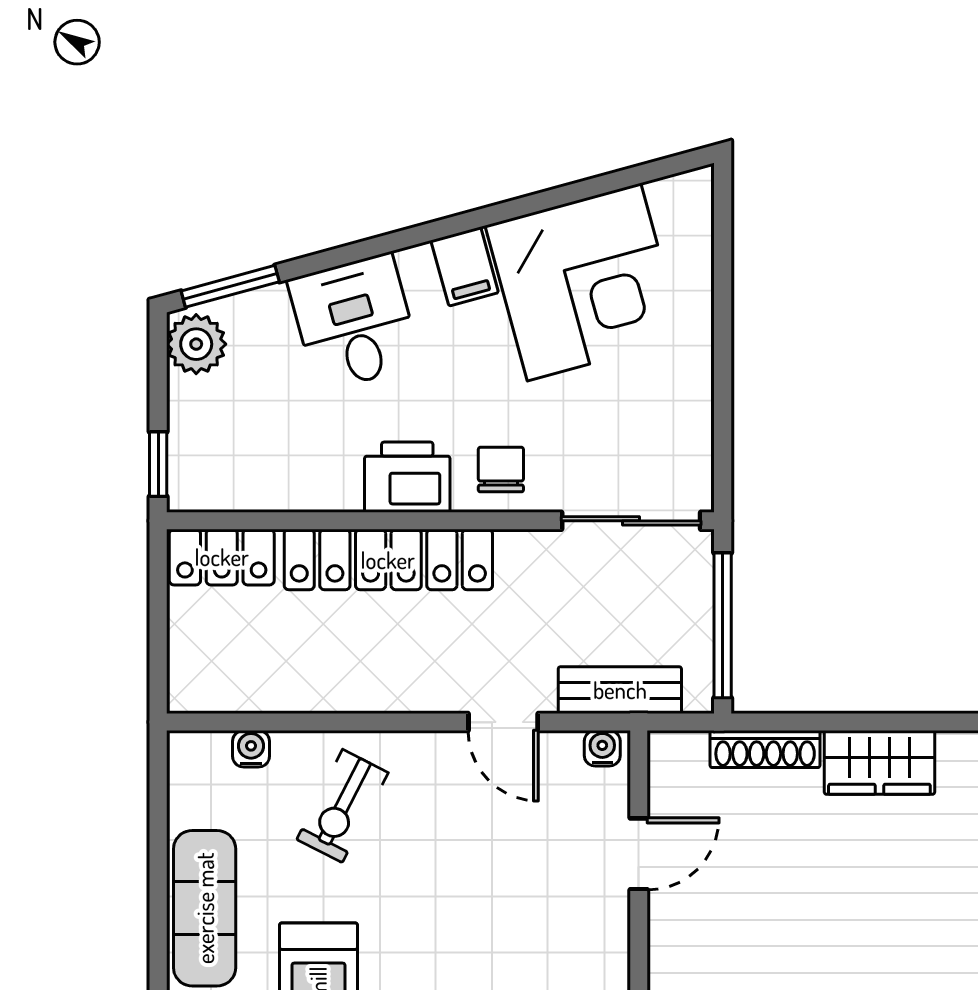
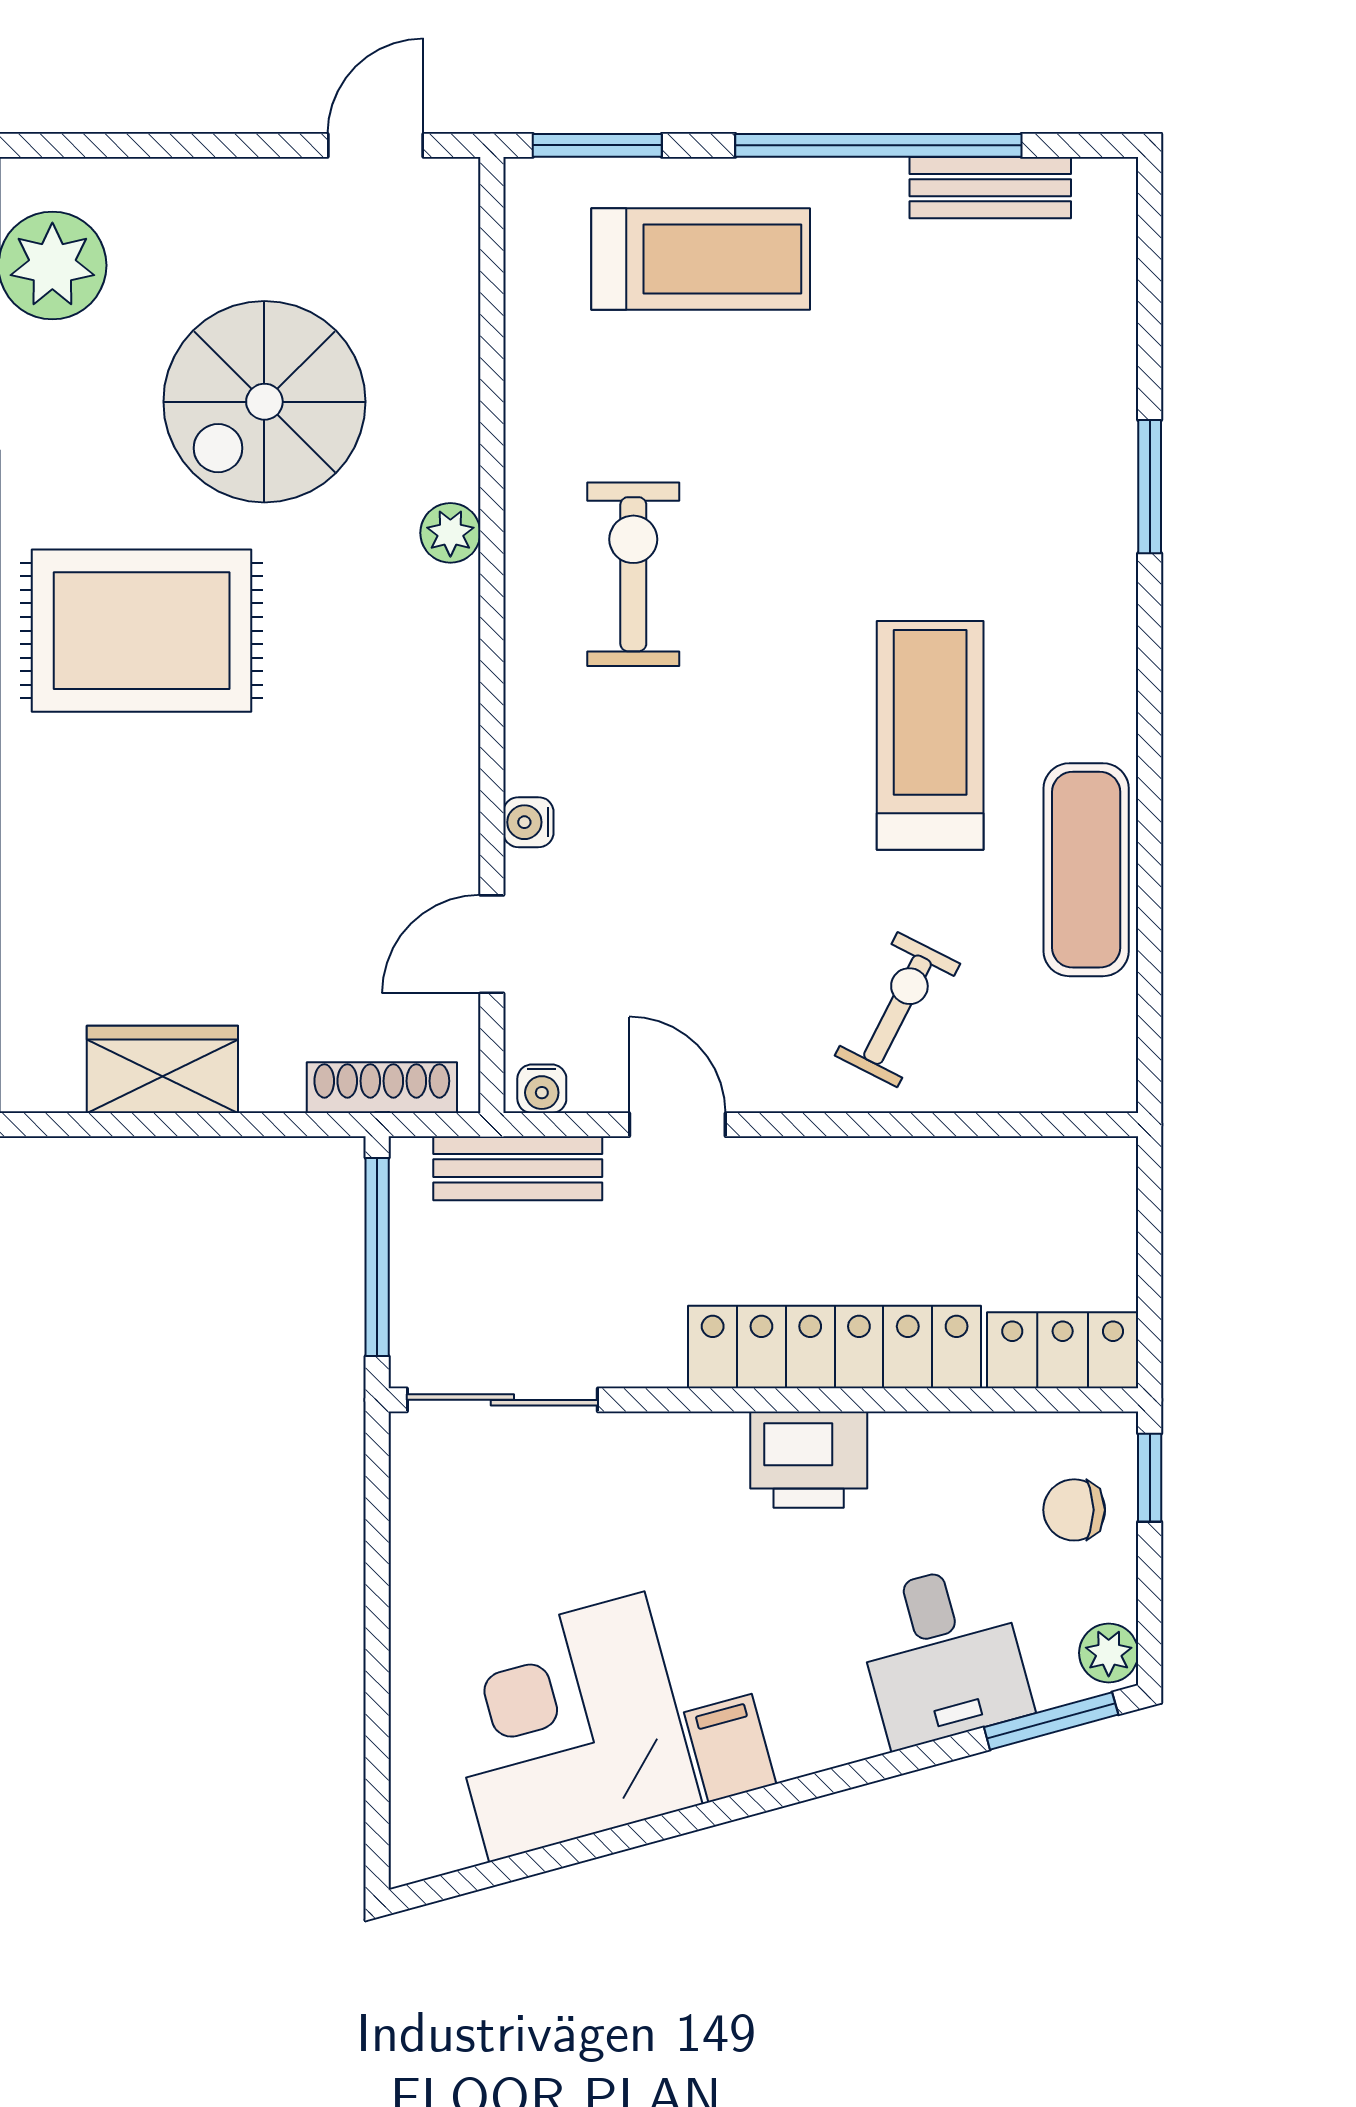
desk: (354, 322) -> (942, 1655), moved
plant: (196, 344) -> (1109, 1653), width x0.73, depth x0.73
chair: (501, 470) -> (1074, 1510), moved, turned 90
water cooler: (251, 749) -> (528, 822), moved, turned 90
shoe rack: (765, 749) -> (382, 1088), moved

